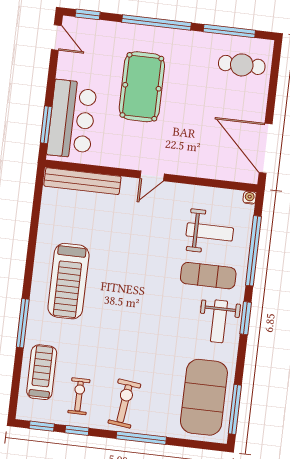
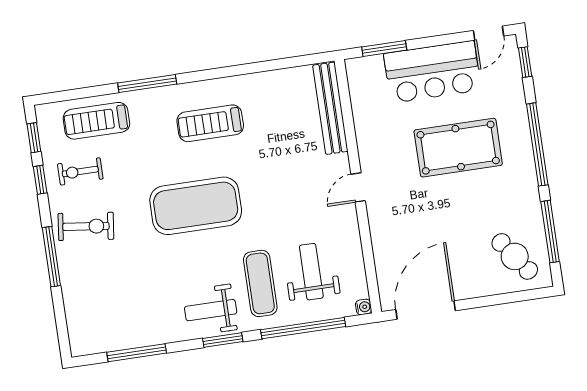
cafe table: (242, 65) -> (515, 256), turned -36
bar counter: (72, 119) -> (432, 72), moved
door: (152, 176) -> (358, 187), hinge flipped
weight bench: (210, 232) -> (311, 272), turned 180
treadmill: (68, 281) -> (210, 123), width x0.73, depth x0.73
treadmill: (42, 372) -> (96, 121), turned 180
exercise bike: (79, 396) -> (80, 171), turned 180
exercise mat: (204, 397) -> (196, 206), moved
window: (235, 409) -> (137, 353), moved

